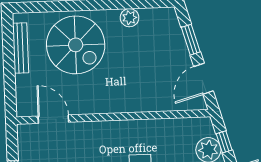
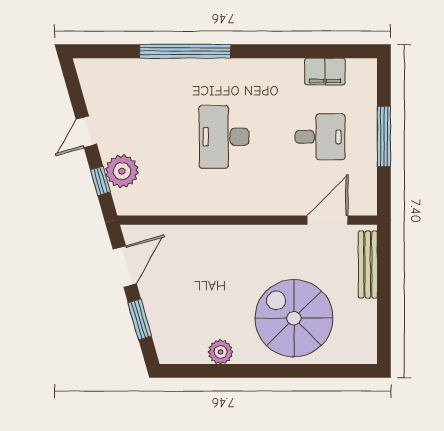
bench: (21, 48) -> (368, 265), moved
door: (53, 119) -> (327, 220), swing flipped

